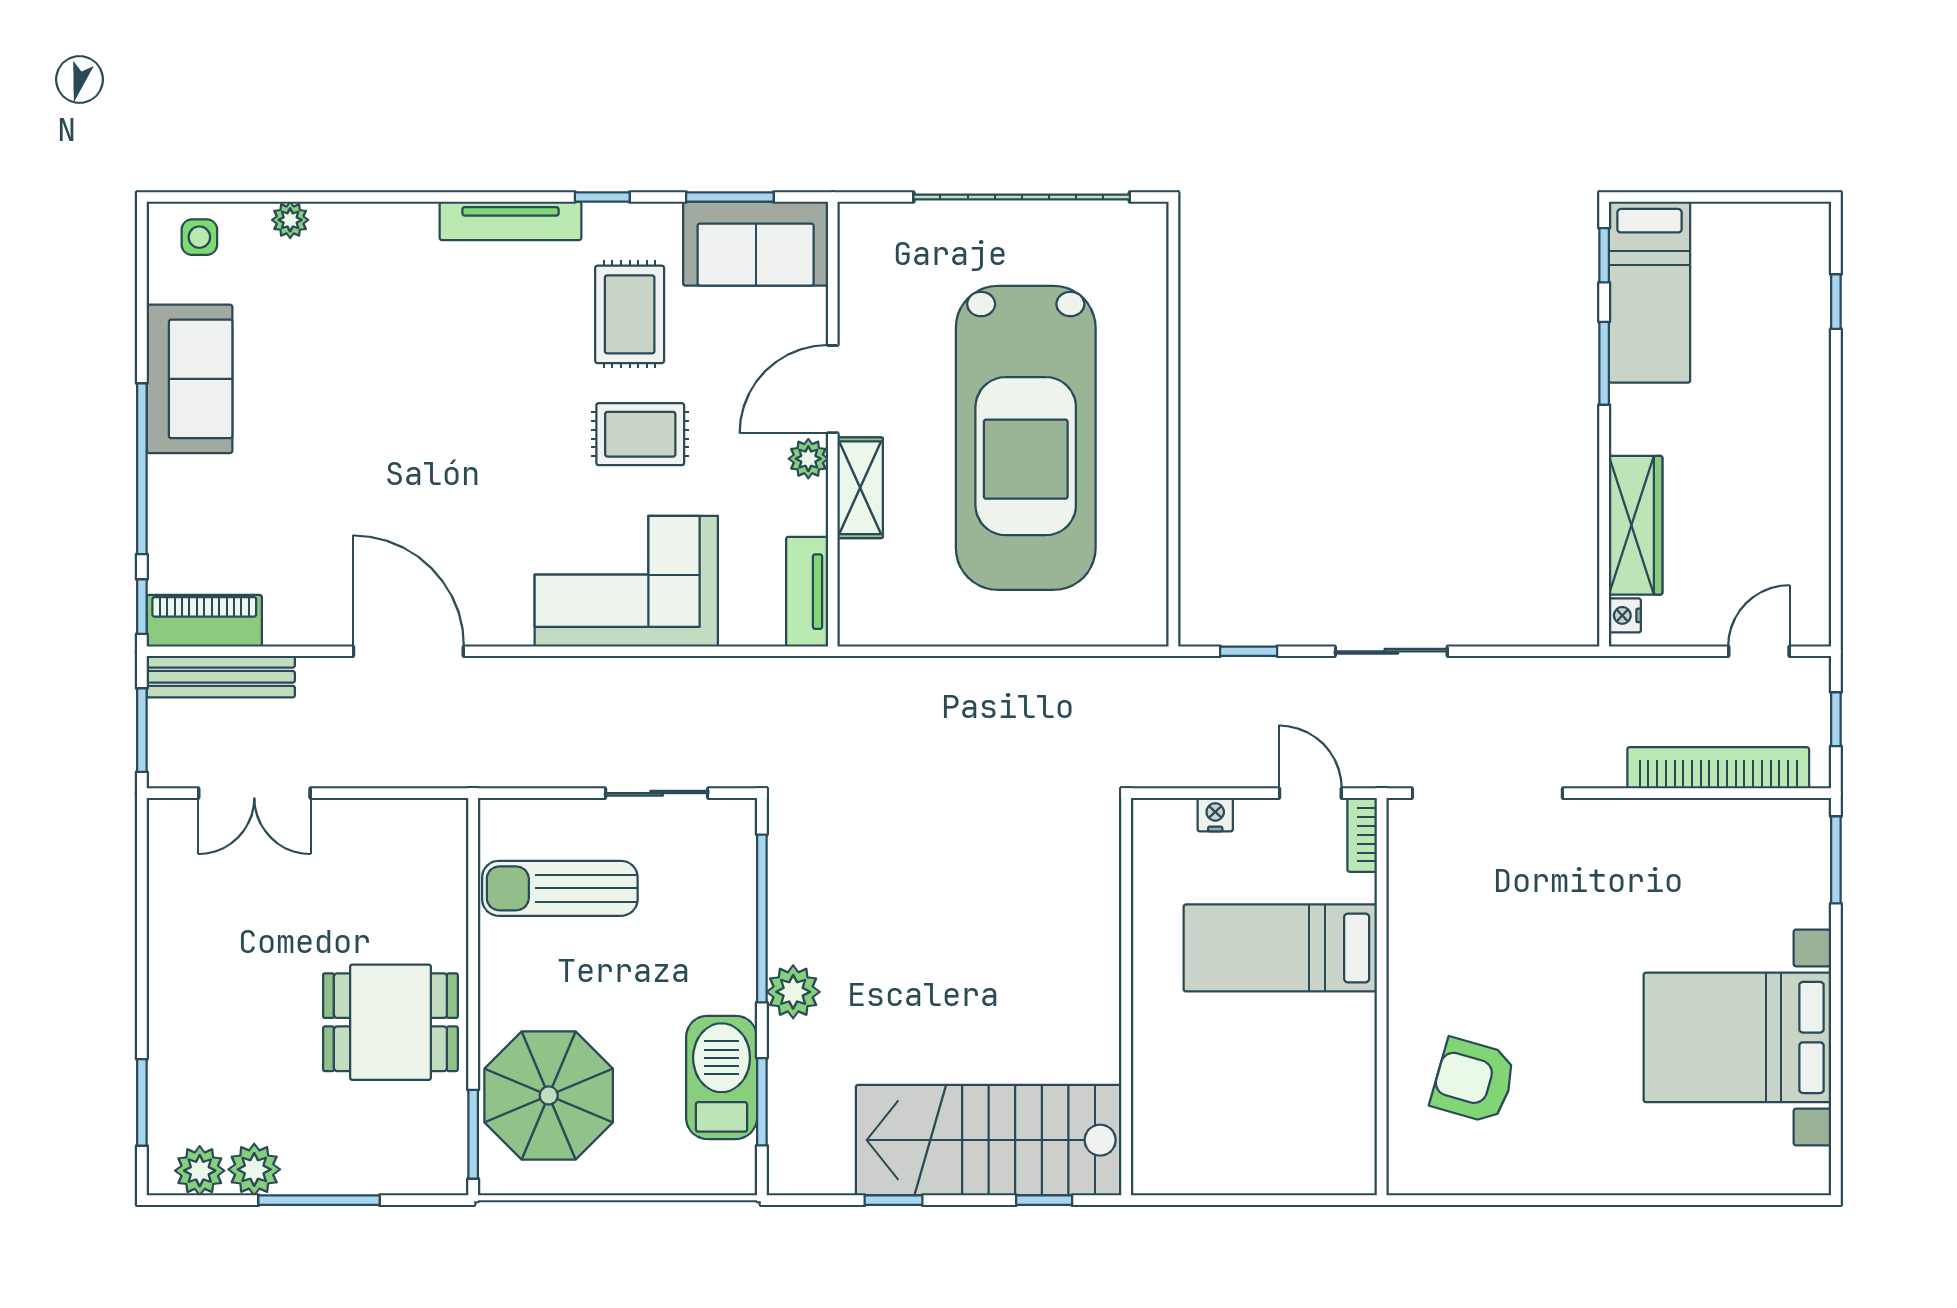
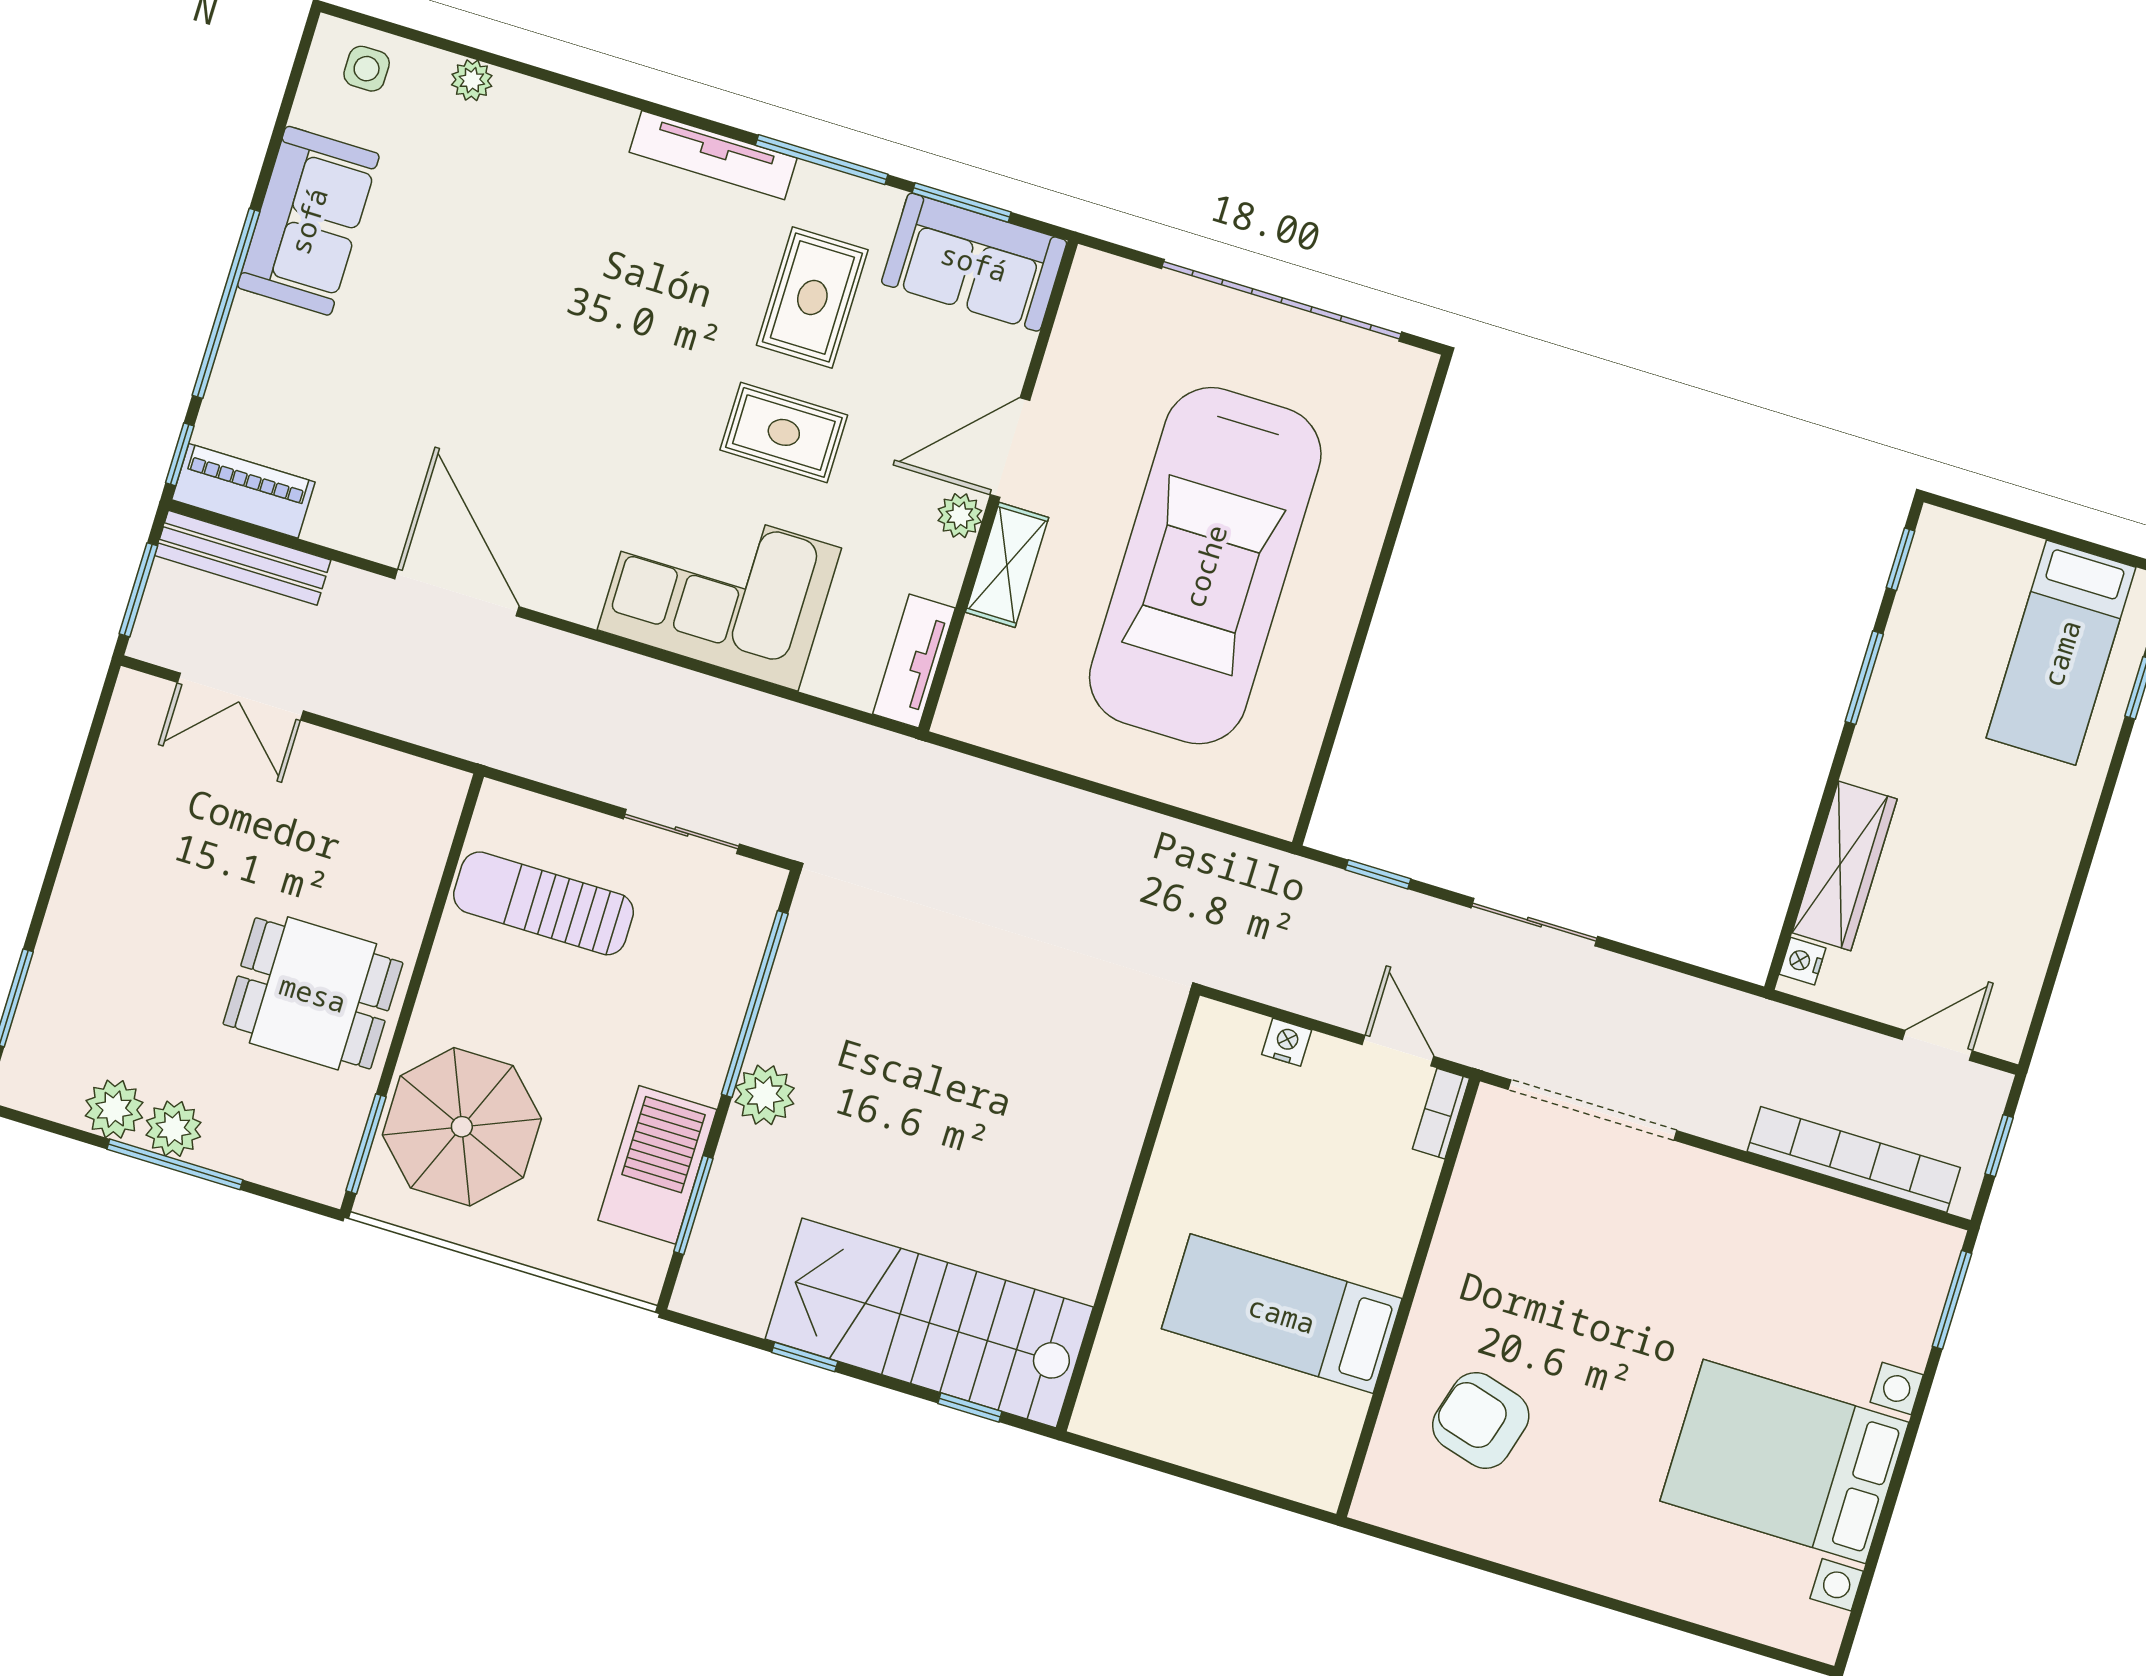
window: (602, 197) -> (822, 160), width x2.17
bed: (1649, 292) -> (2061, 653), moved
bed: (1280, 948) -> (1282, 1314), moved
plant: (200, 1171) -> (173, 1129), moved

